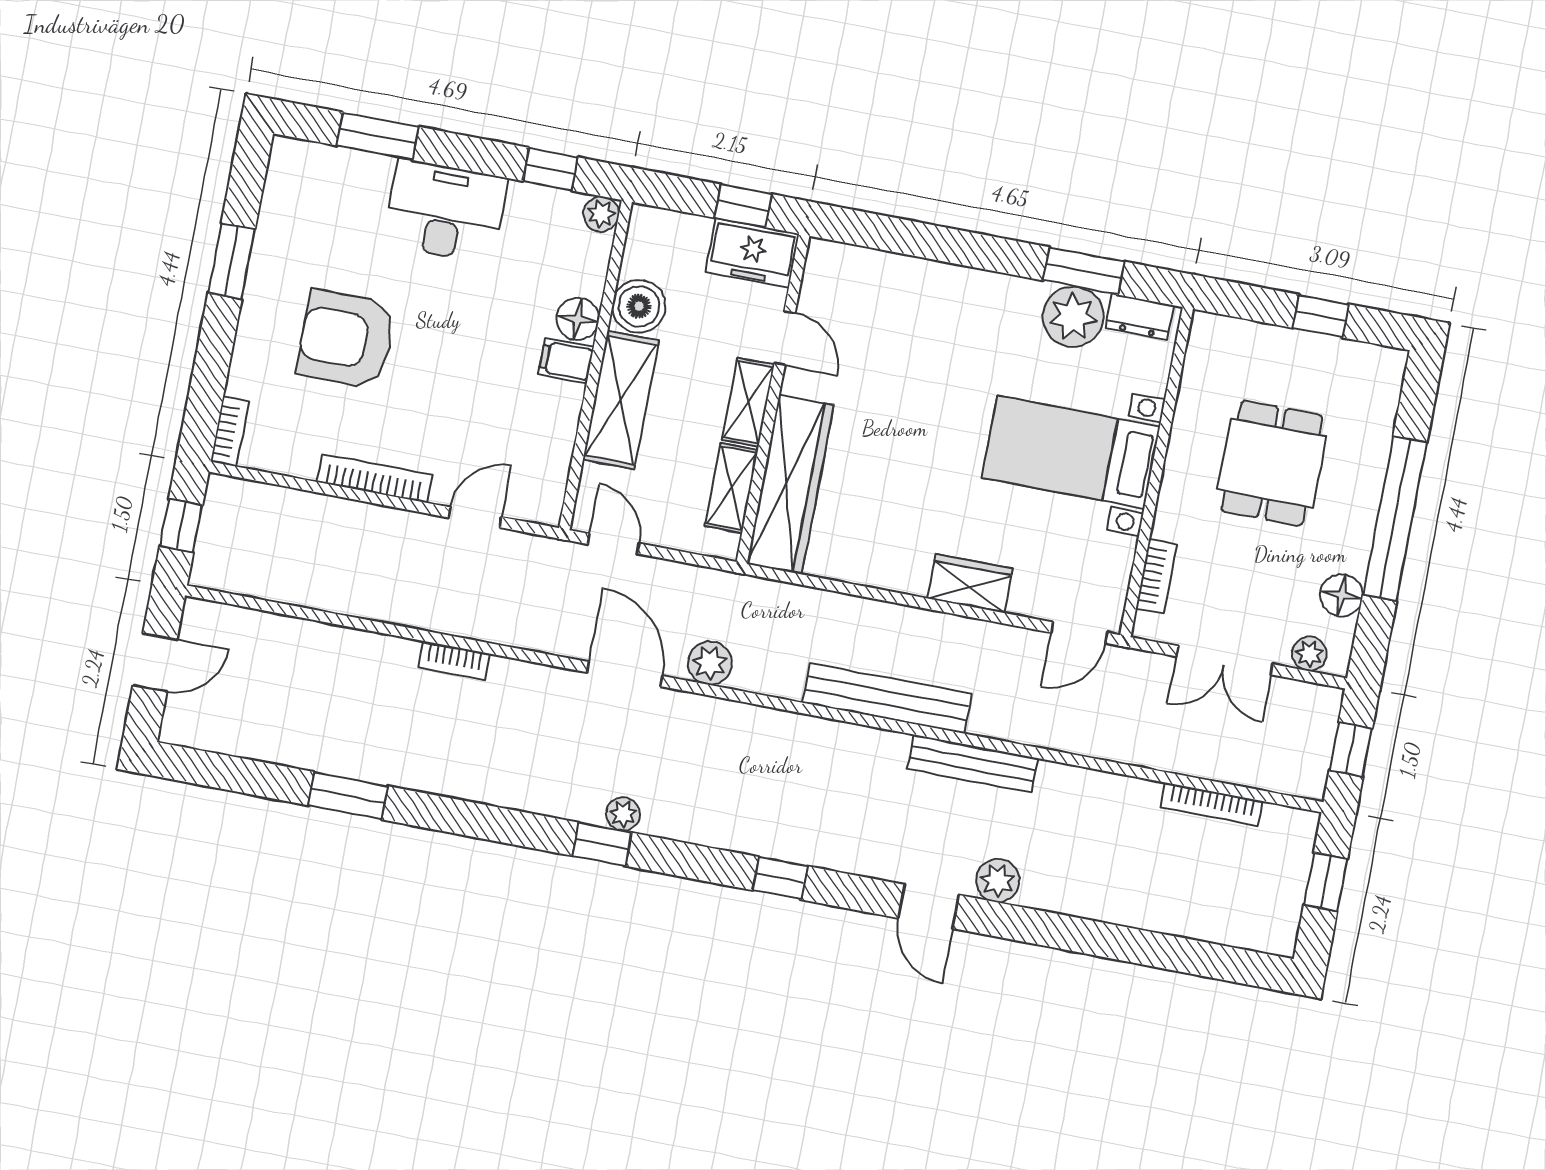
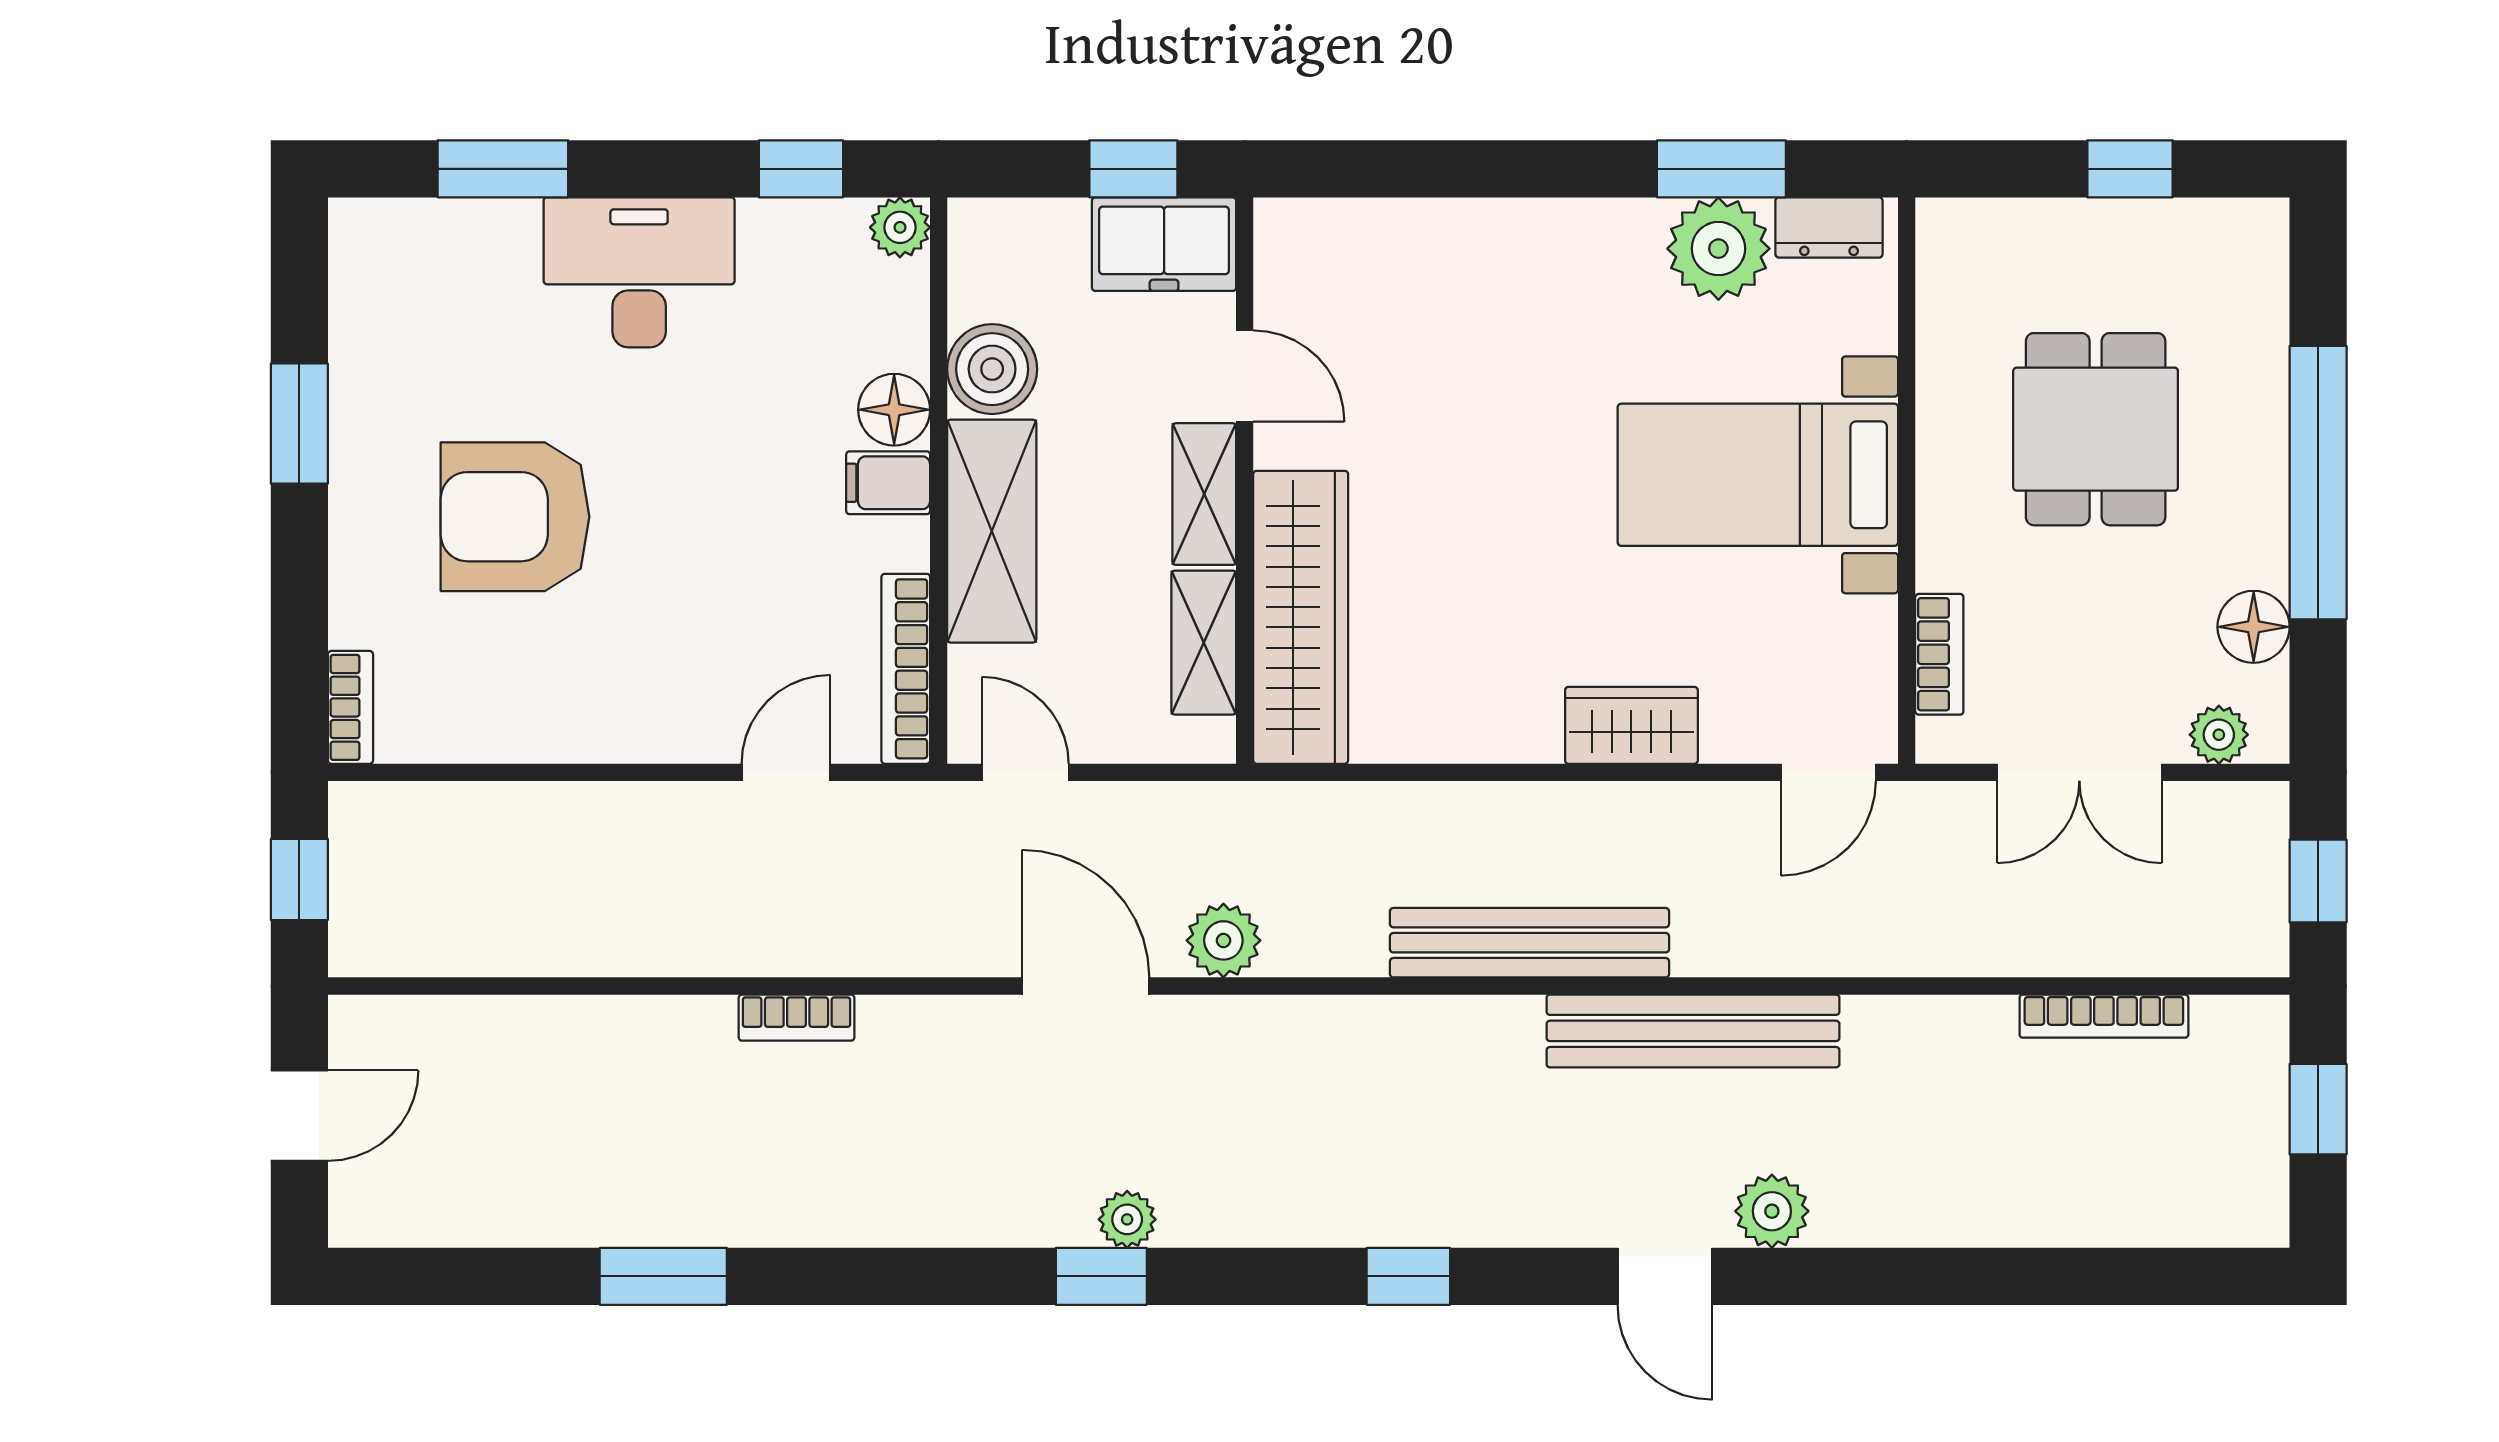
bookcase: (375, 478) -> (906, 669), moved, turned -90
bench: (973, 764) -> (1693, 1031), width x1.37, depth x1.21

